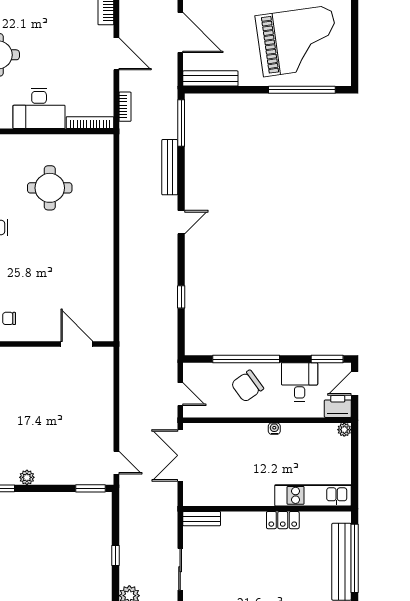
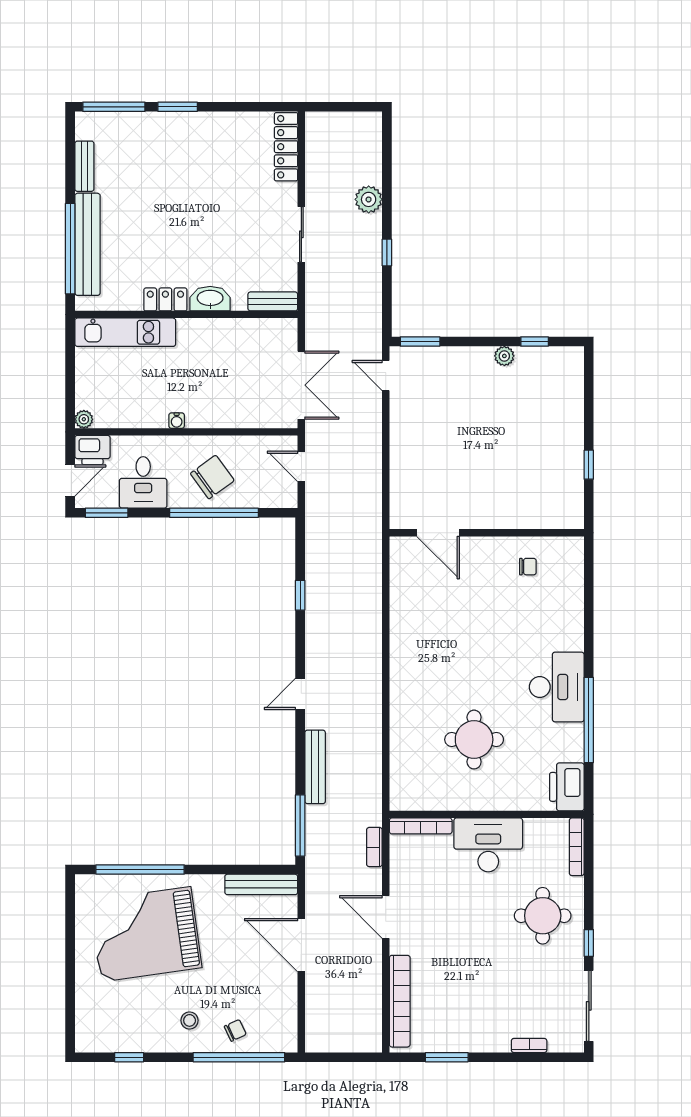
washbasin: (249, 521) -> (210, 299), added

